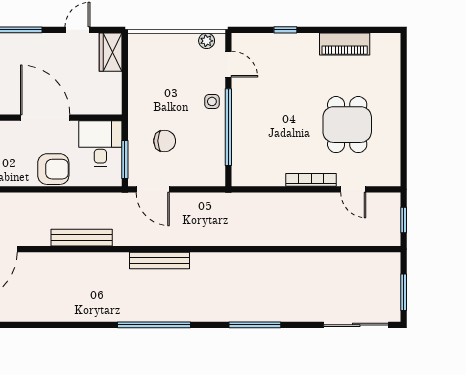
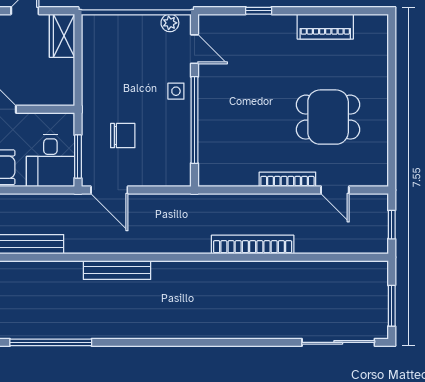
dining table: (347, 125) -> (328, 117), turned 90
desk: (100, 144) -> (50, 161), moved, turned 180
bookcase: (280, 238) -> (253, 244), added
window: (154, 325) -> (51, 342), moved
window: (255, 325) -> (224, 342), removed

